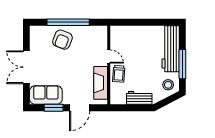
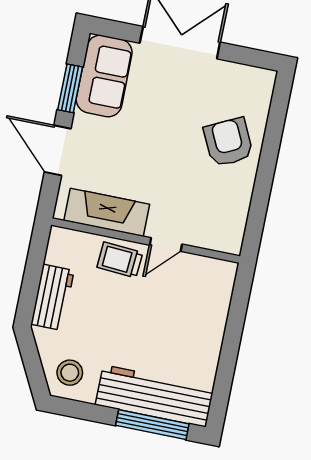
window: (68, 22) -> (267, 164), removed
armchair: (62, 40) -> (228, 142), turned 43
window: (182, 64) -> (152, 425), moved

